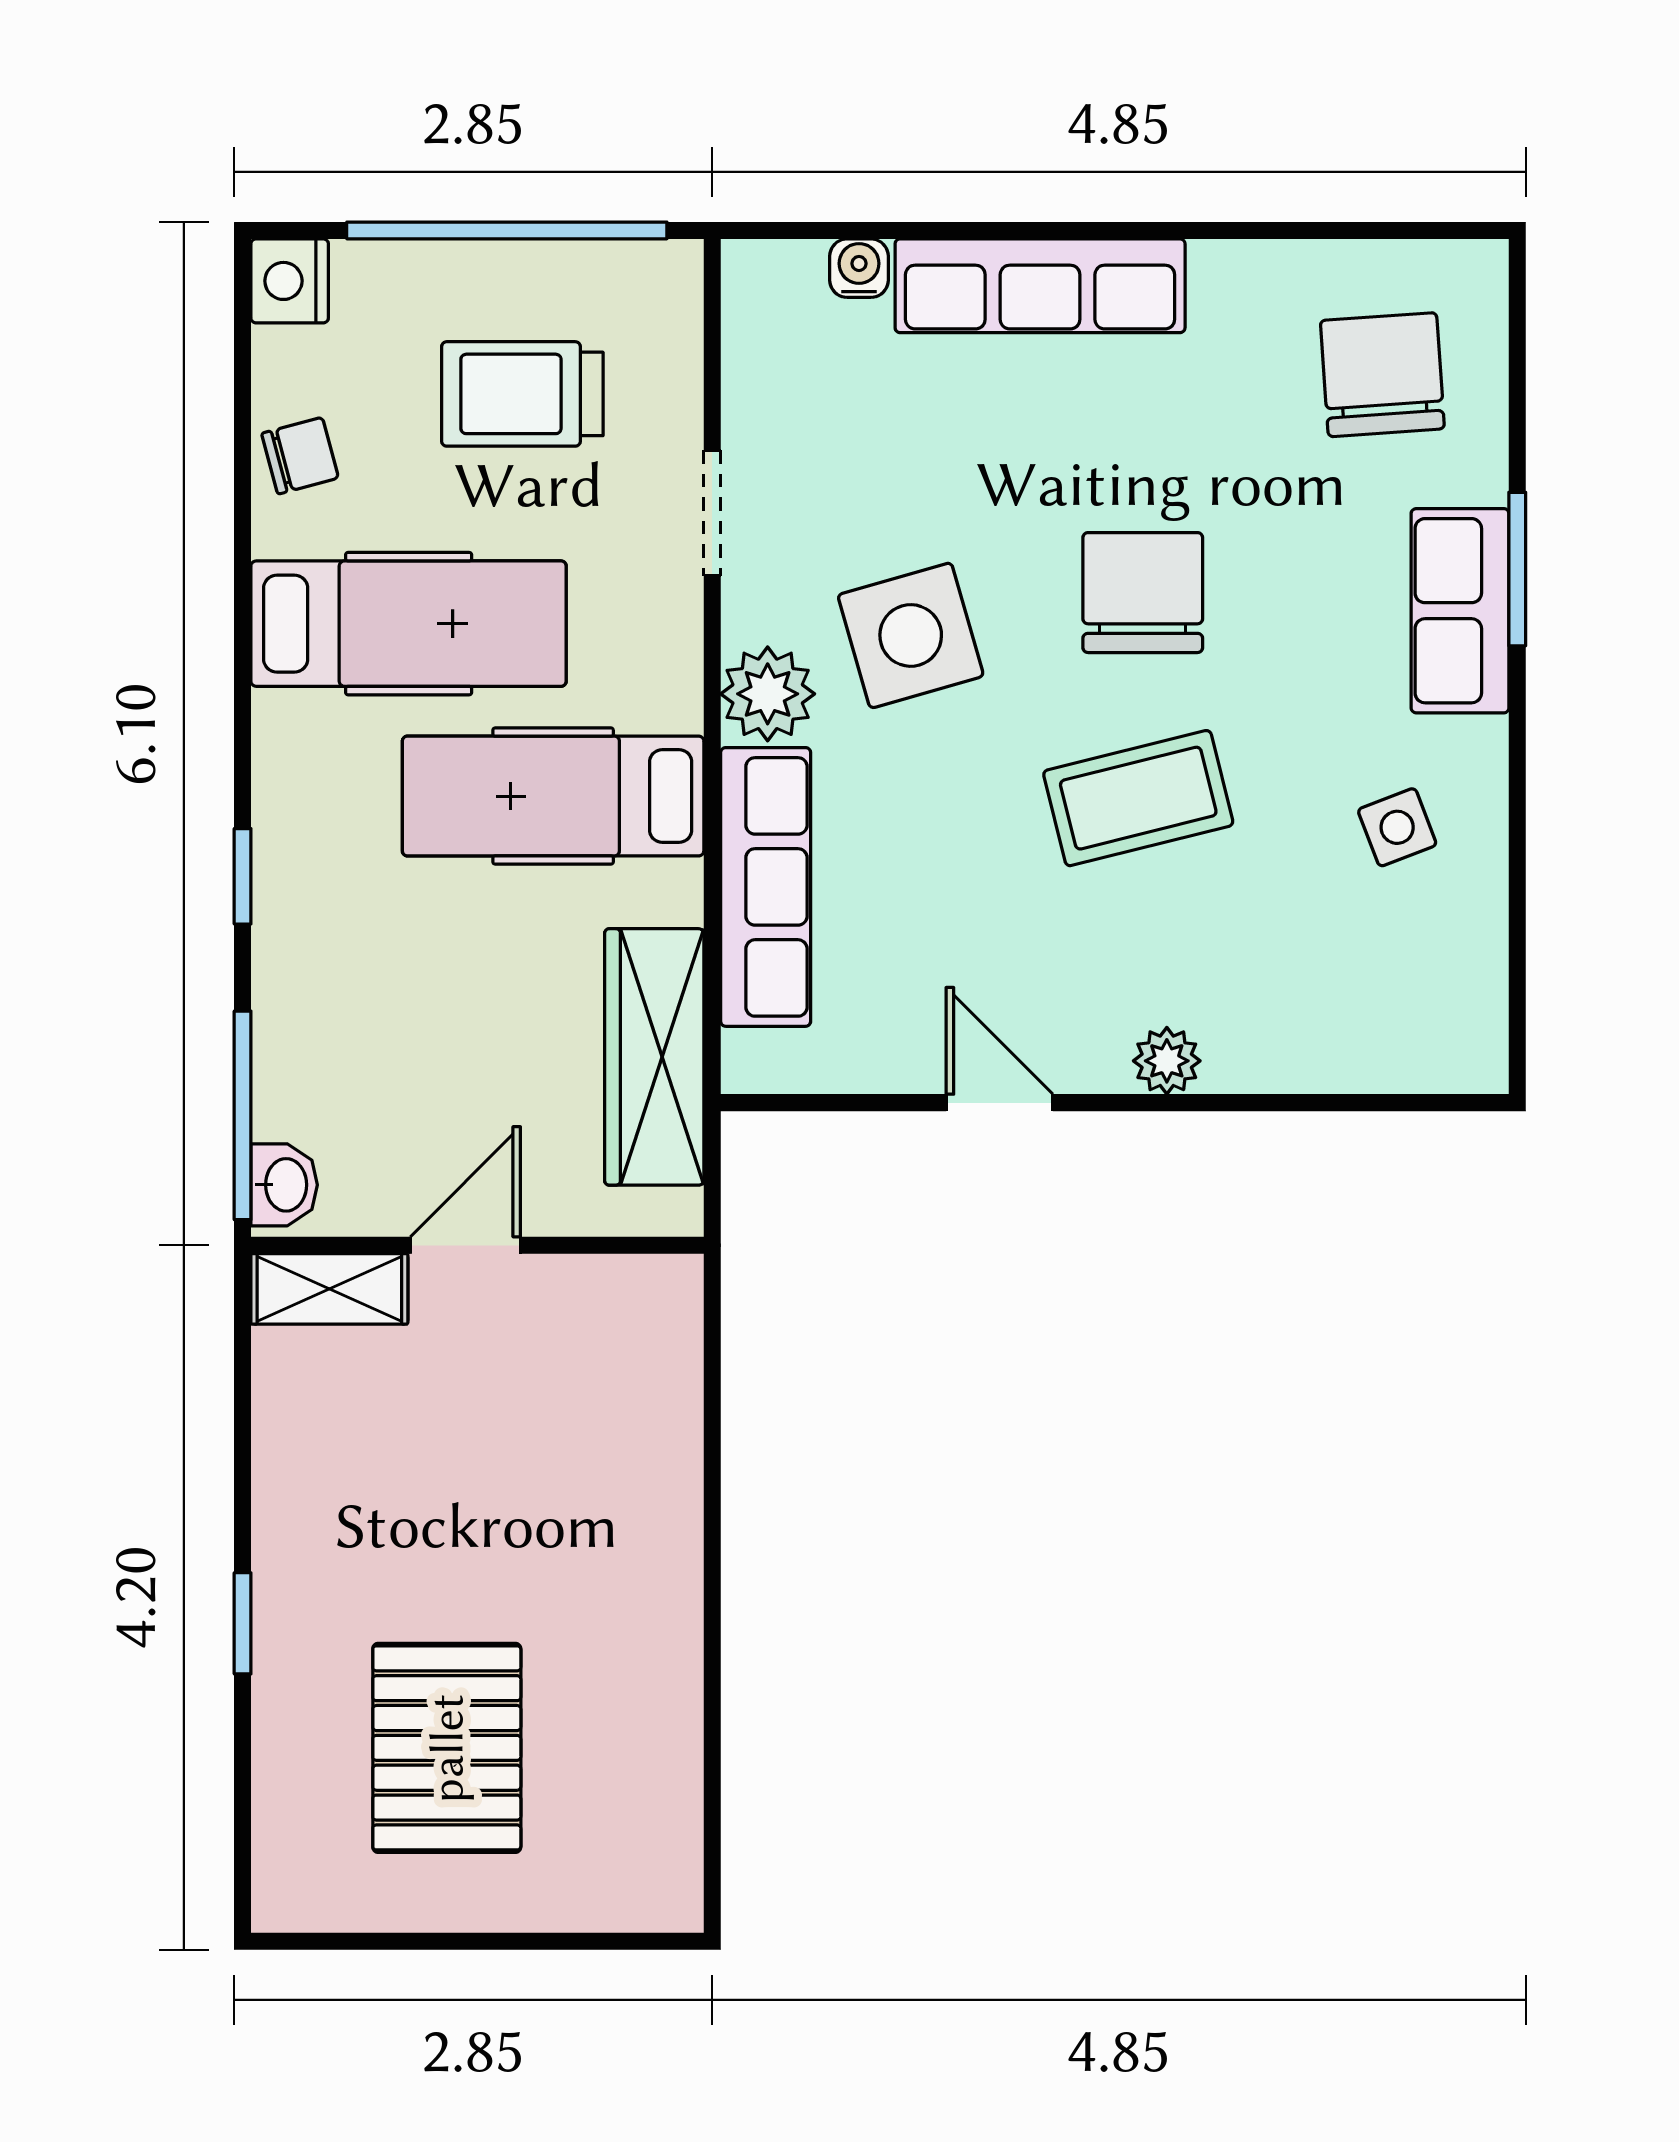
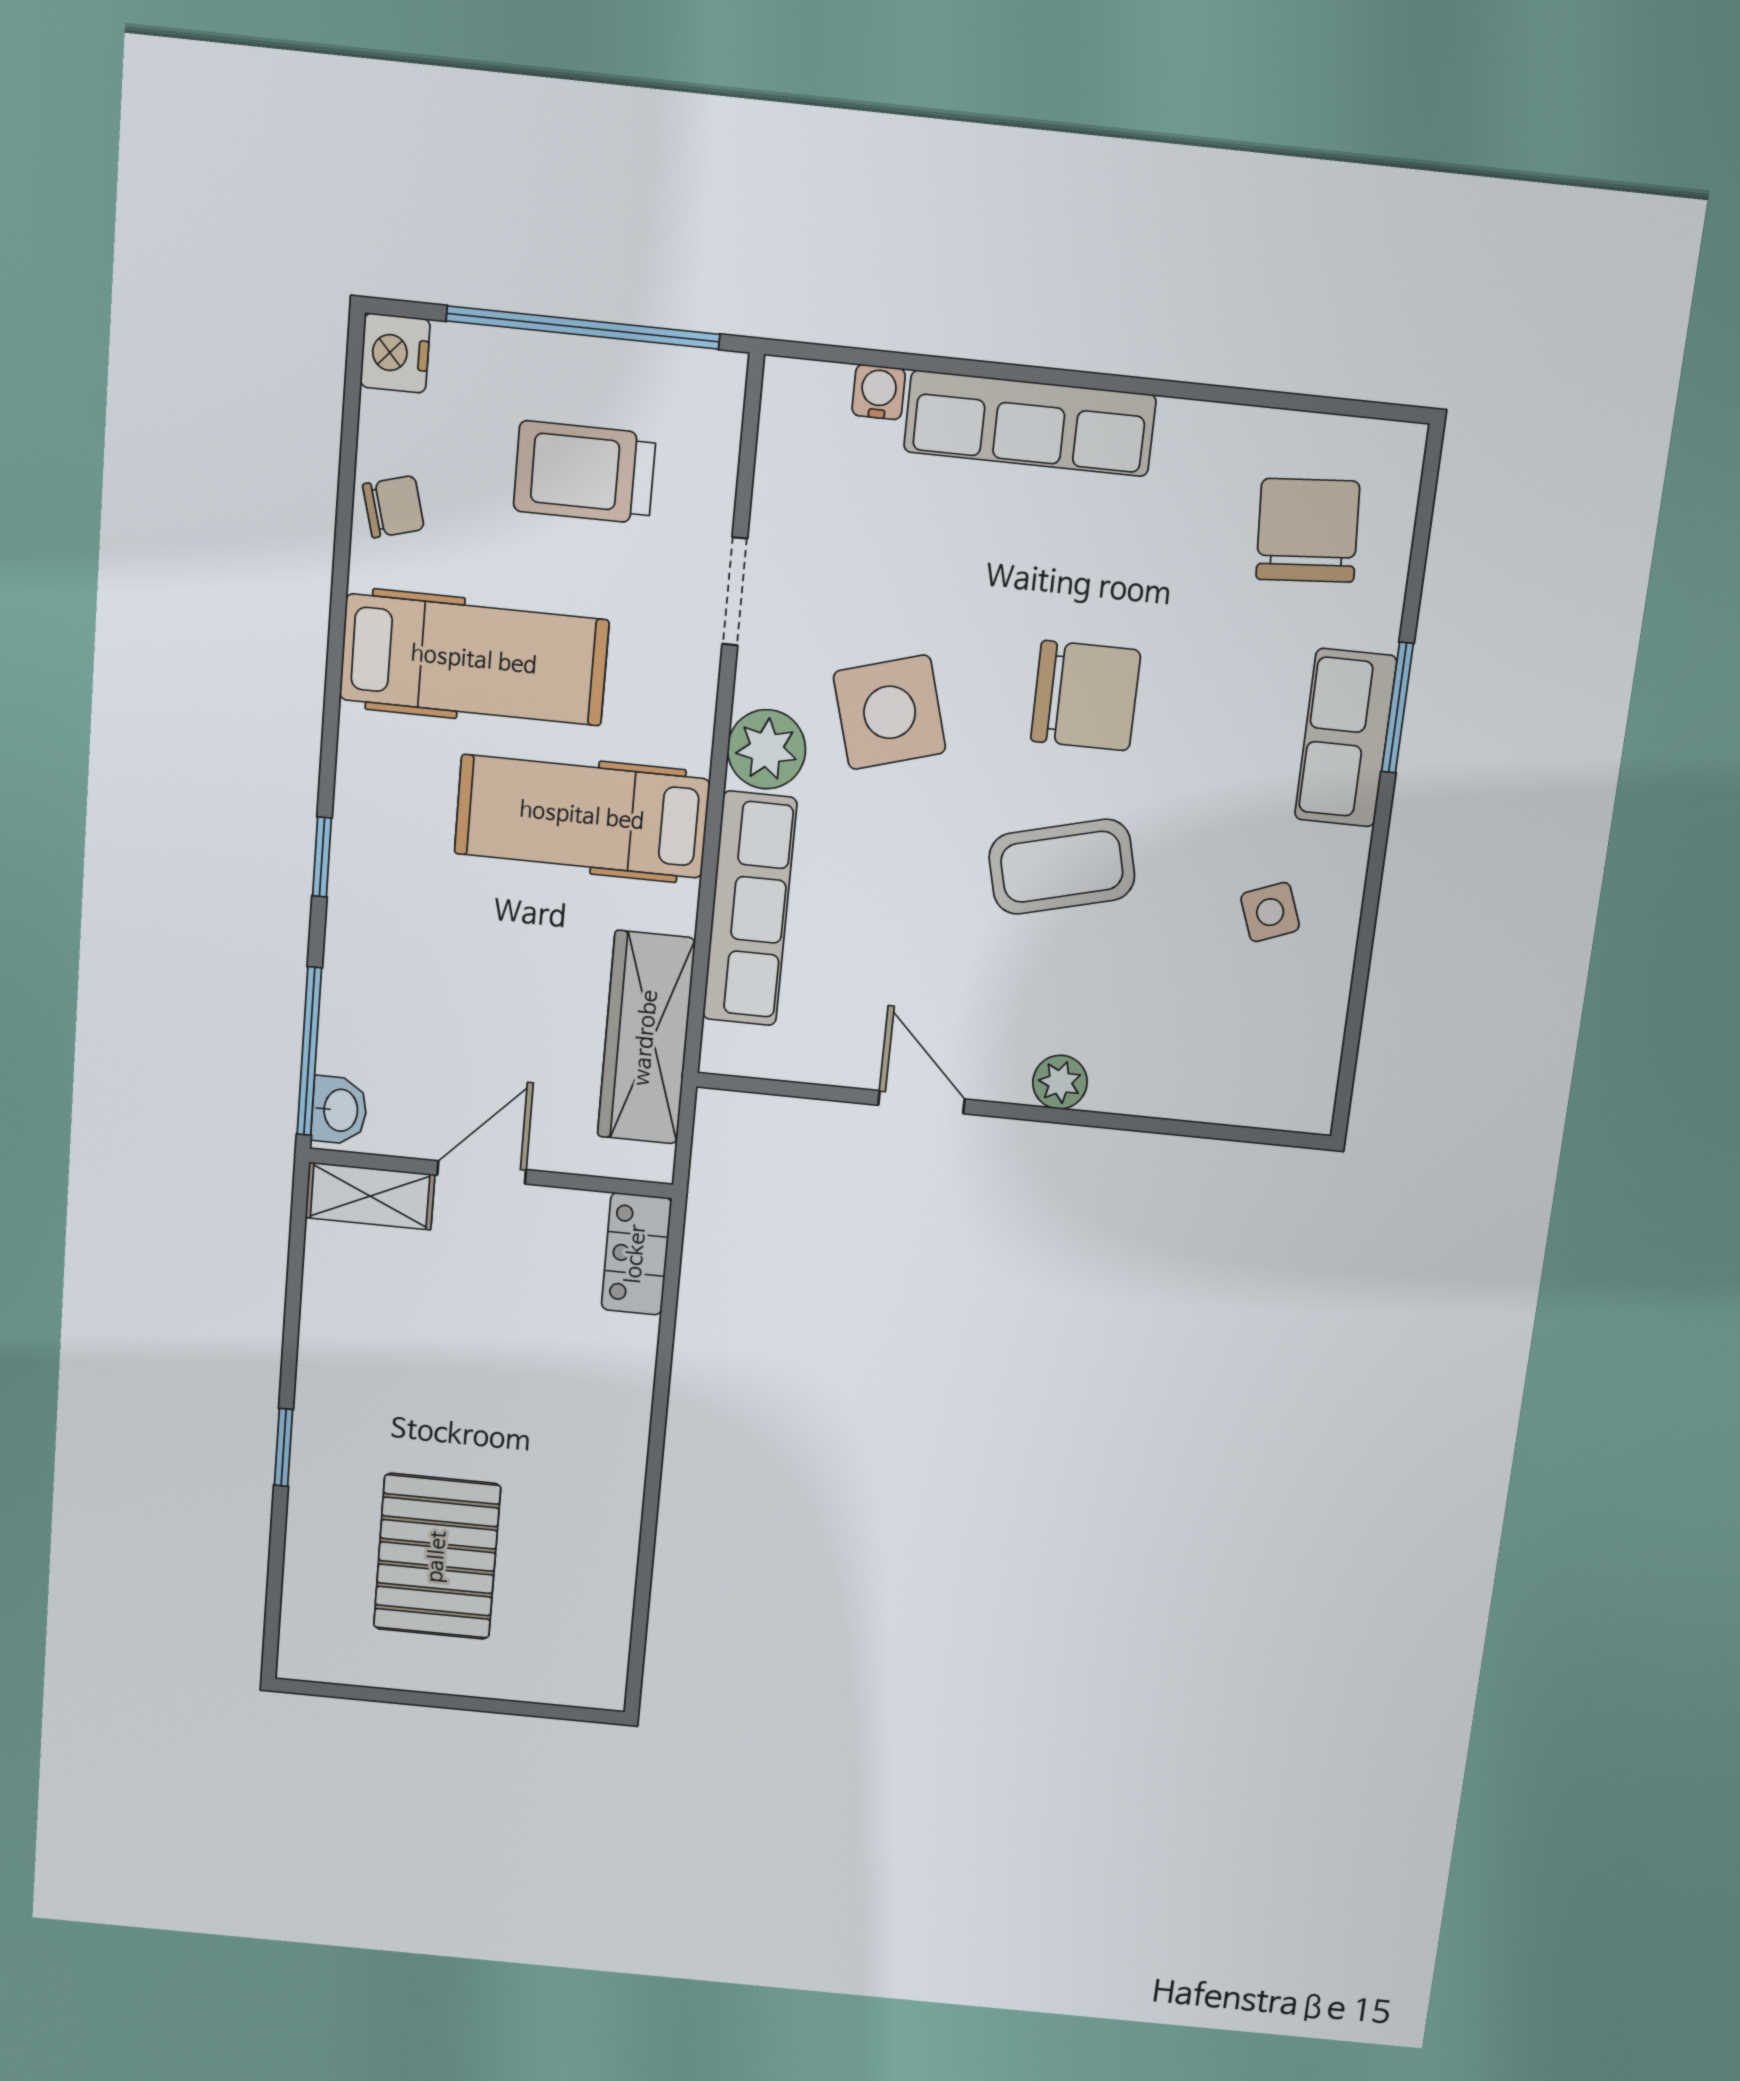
chair: (1143, 593) -> (1086, 696), turned 90
locker: (666, 1329) -> (636, 1254), added

